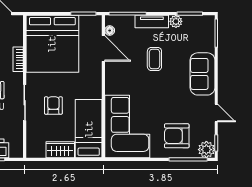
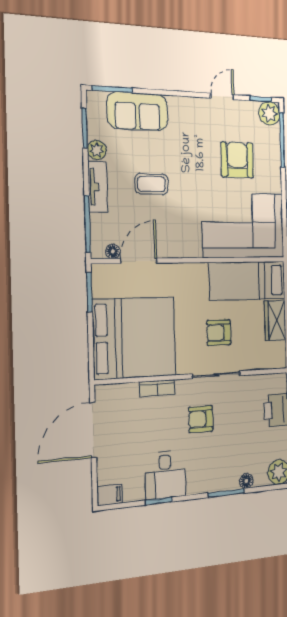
sofa: (203, 74) -> (137, 111), moved
armchair: (177, 136) -> (237, 160), moved, turned 180

